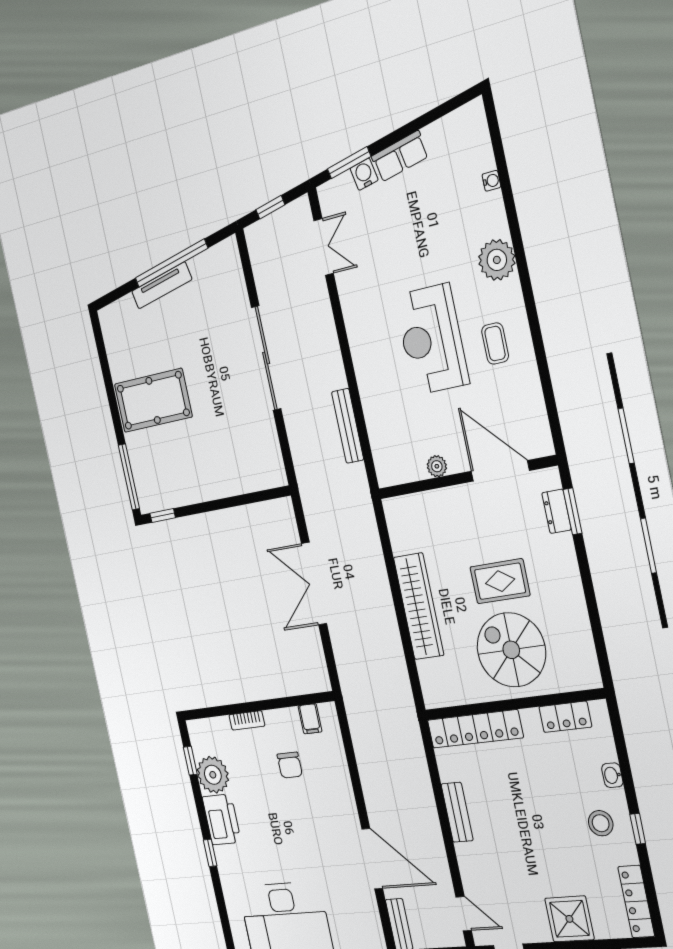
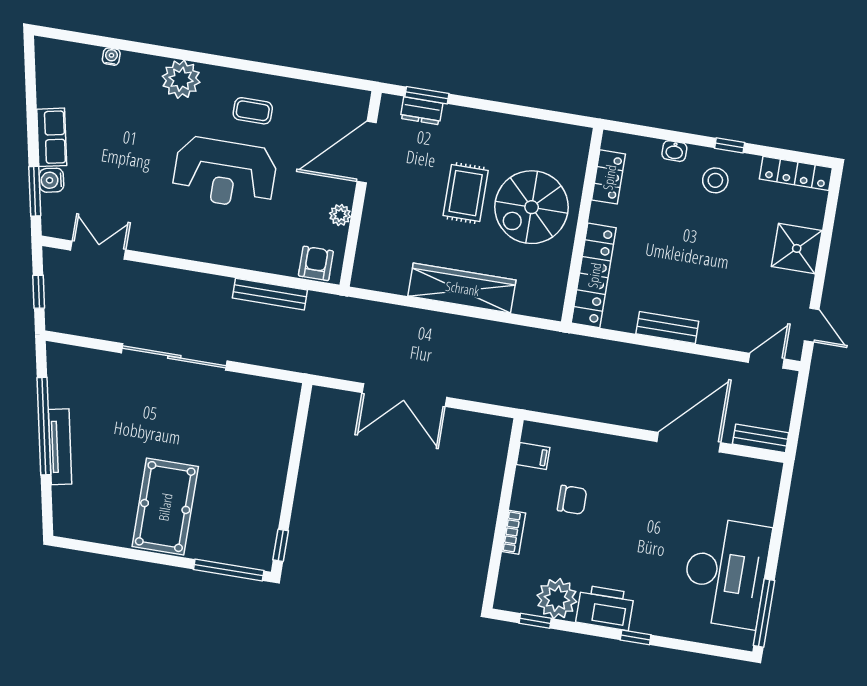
armchair: (388, 459) -> (316, 263), added

